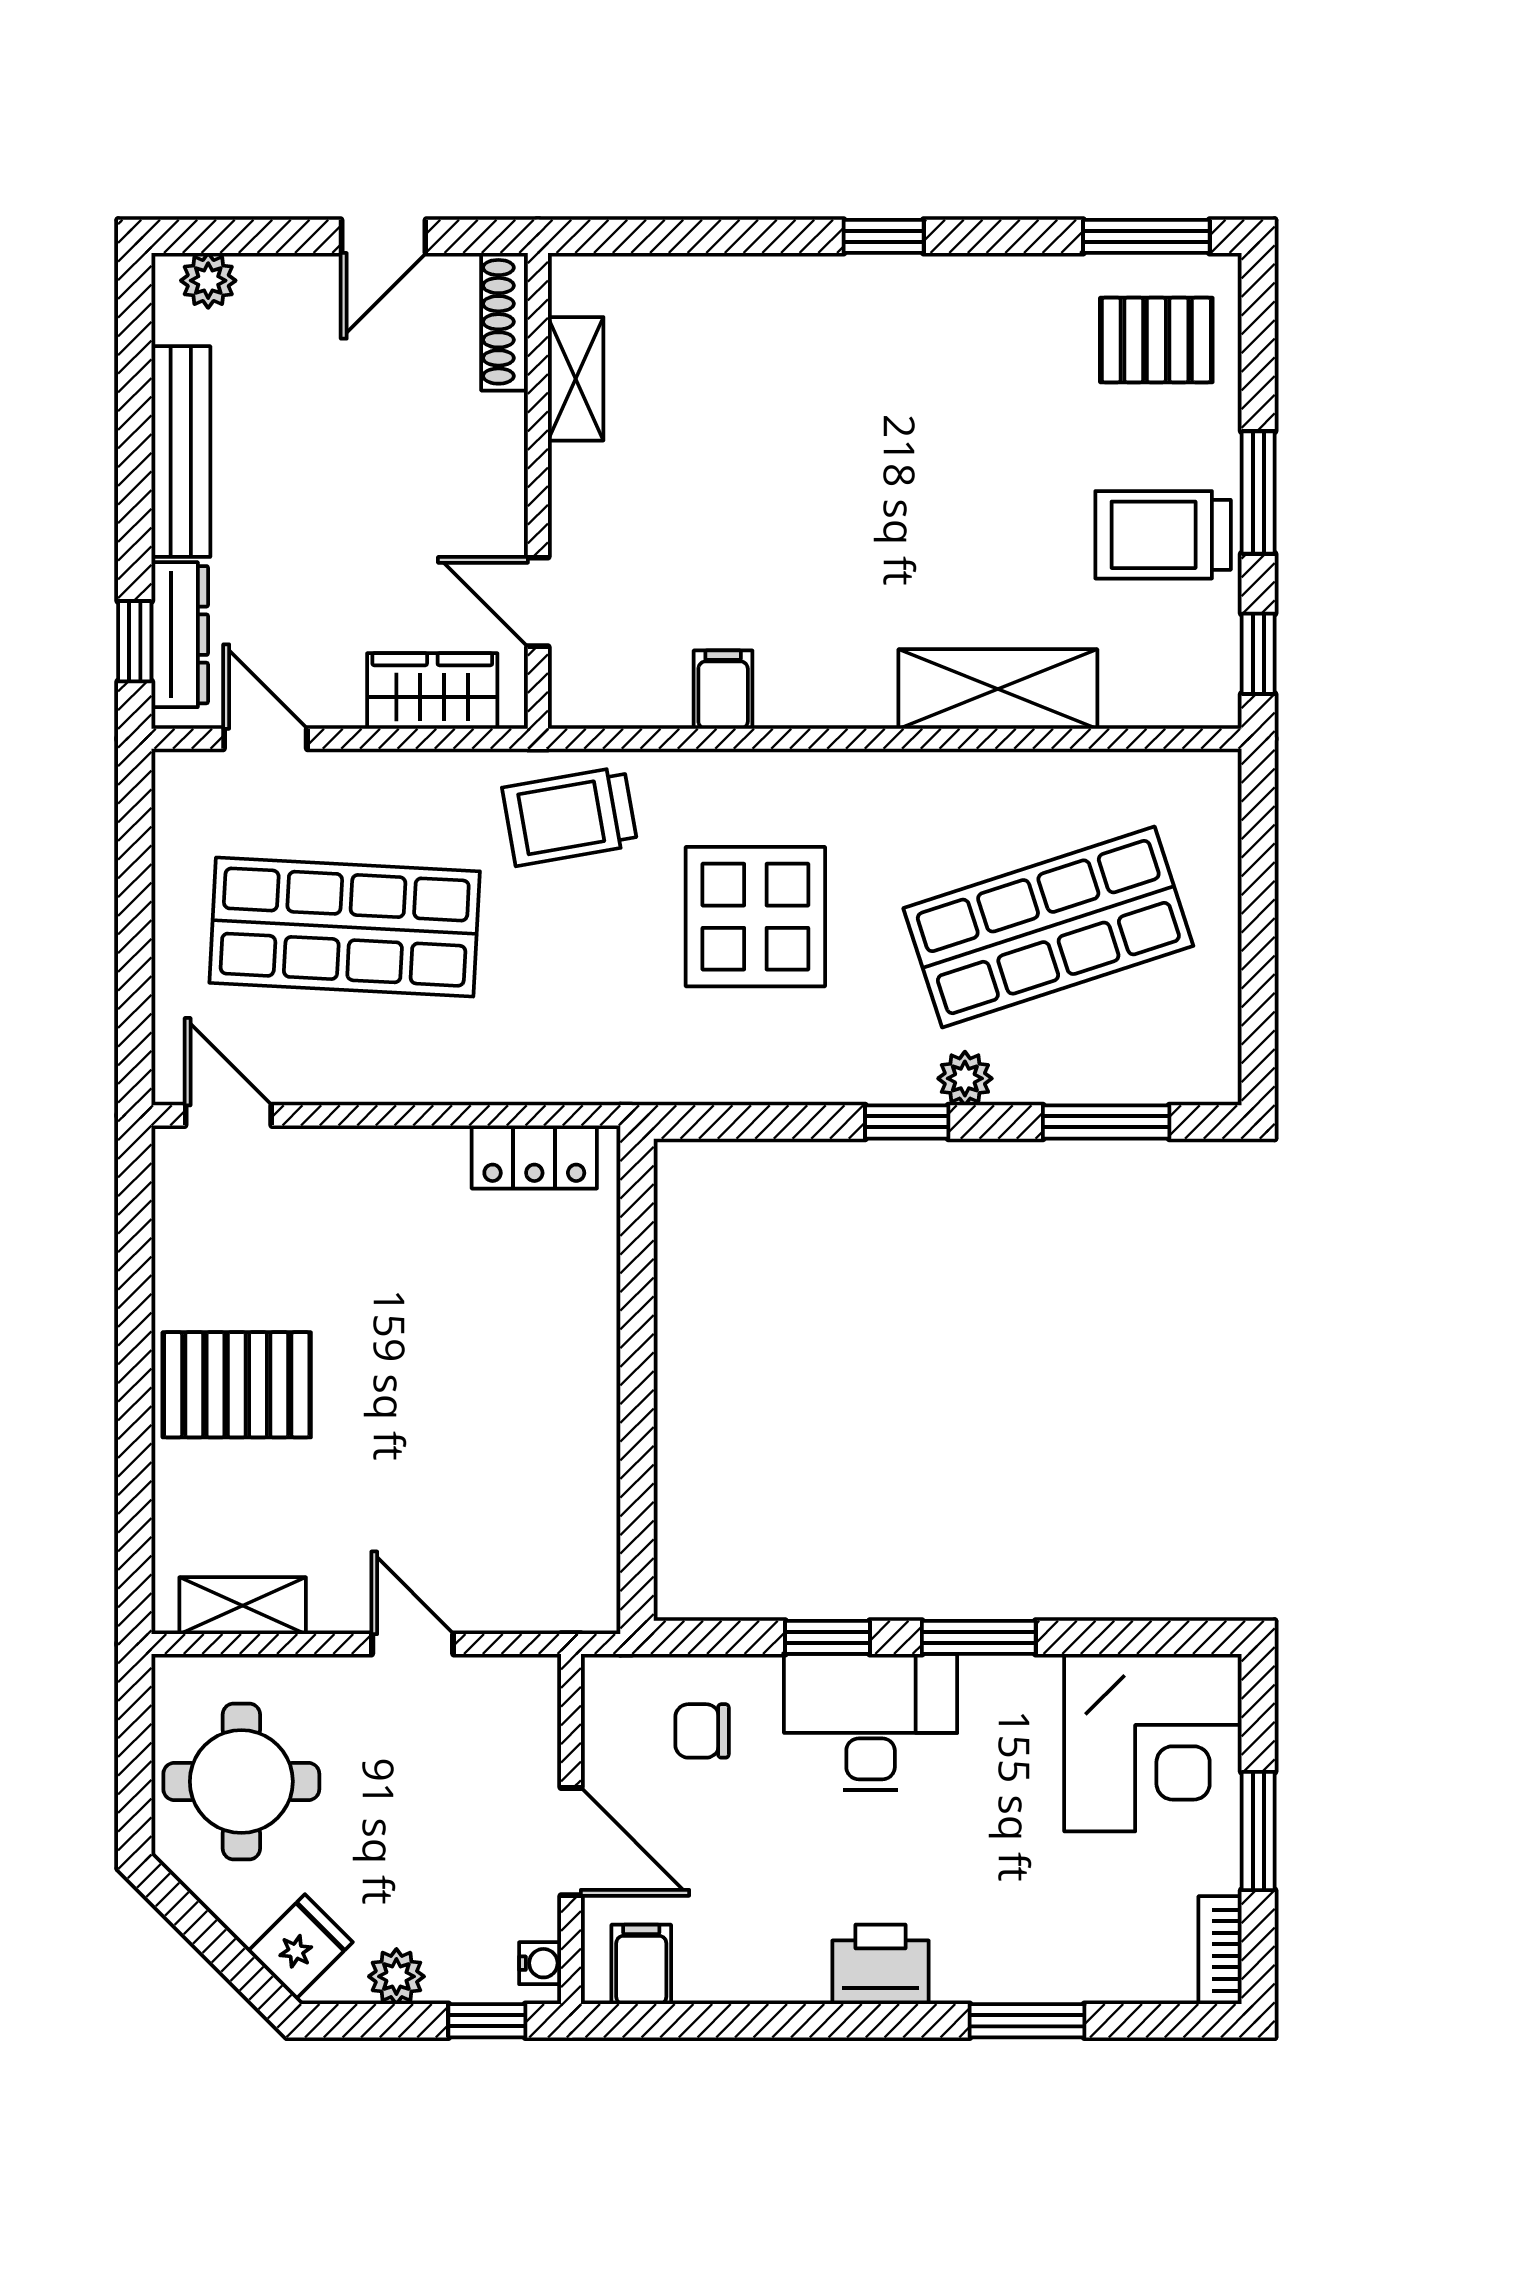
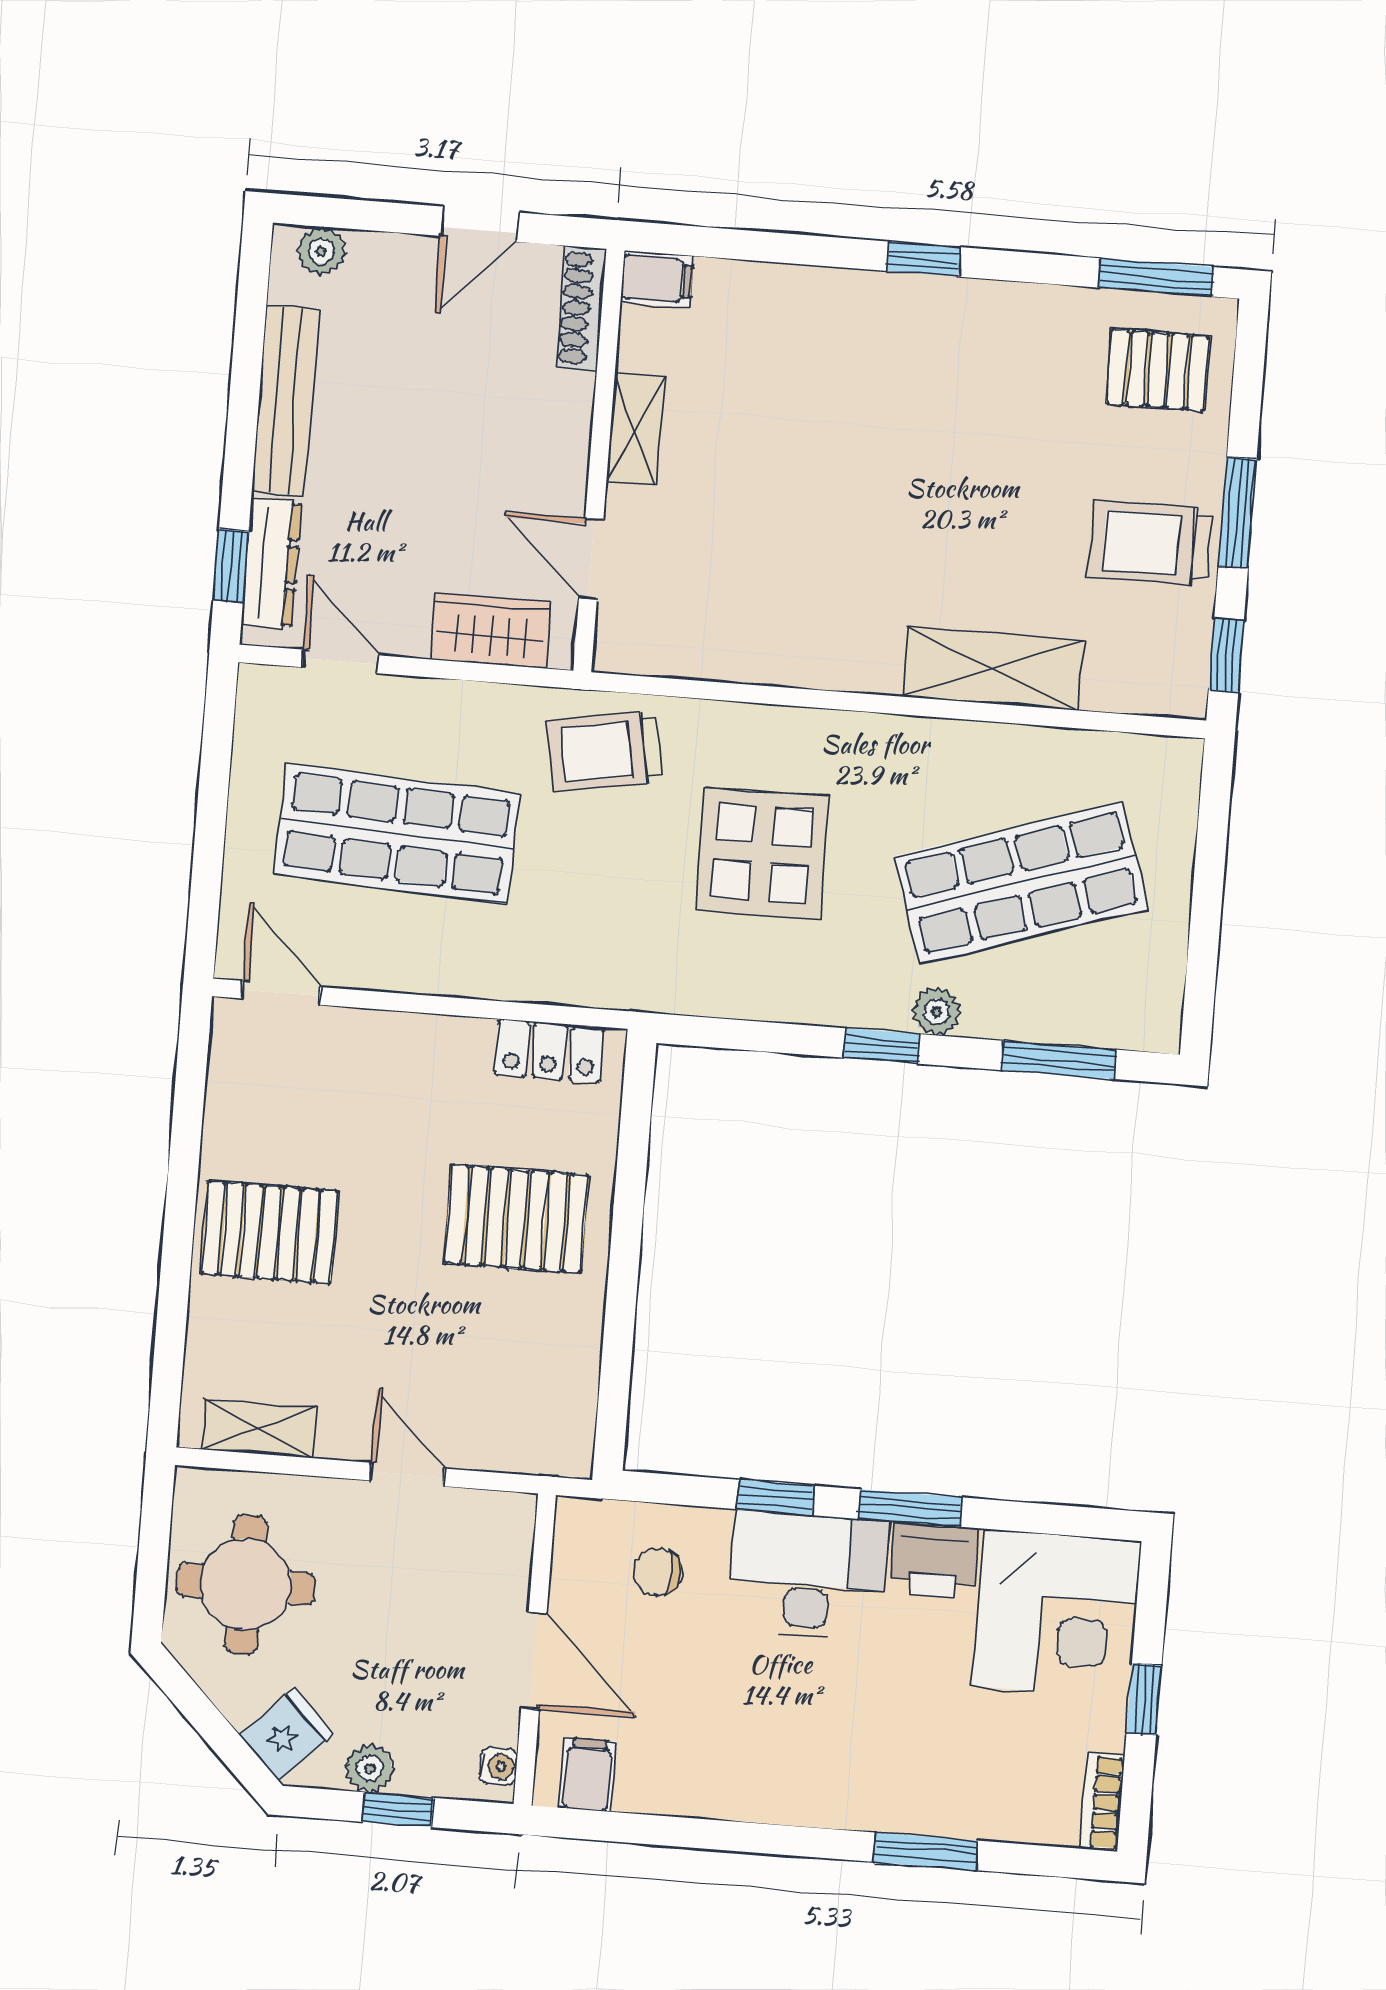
shelving: (576, 379) -> (635, 430), moved
filing cabinet: (723, 690) -> (657, 279), moved, turned 90
pallet: (512, 1348) -> (516, 1219), added
window: (1258, 1831) -> (1144, 1699), width x0.67
printer: (881, 1964) -> (934, 1560), moved, turned 180
window: (487, 2021) -> (398, 1810), moved

